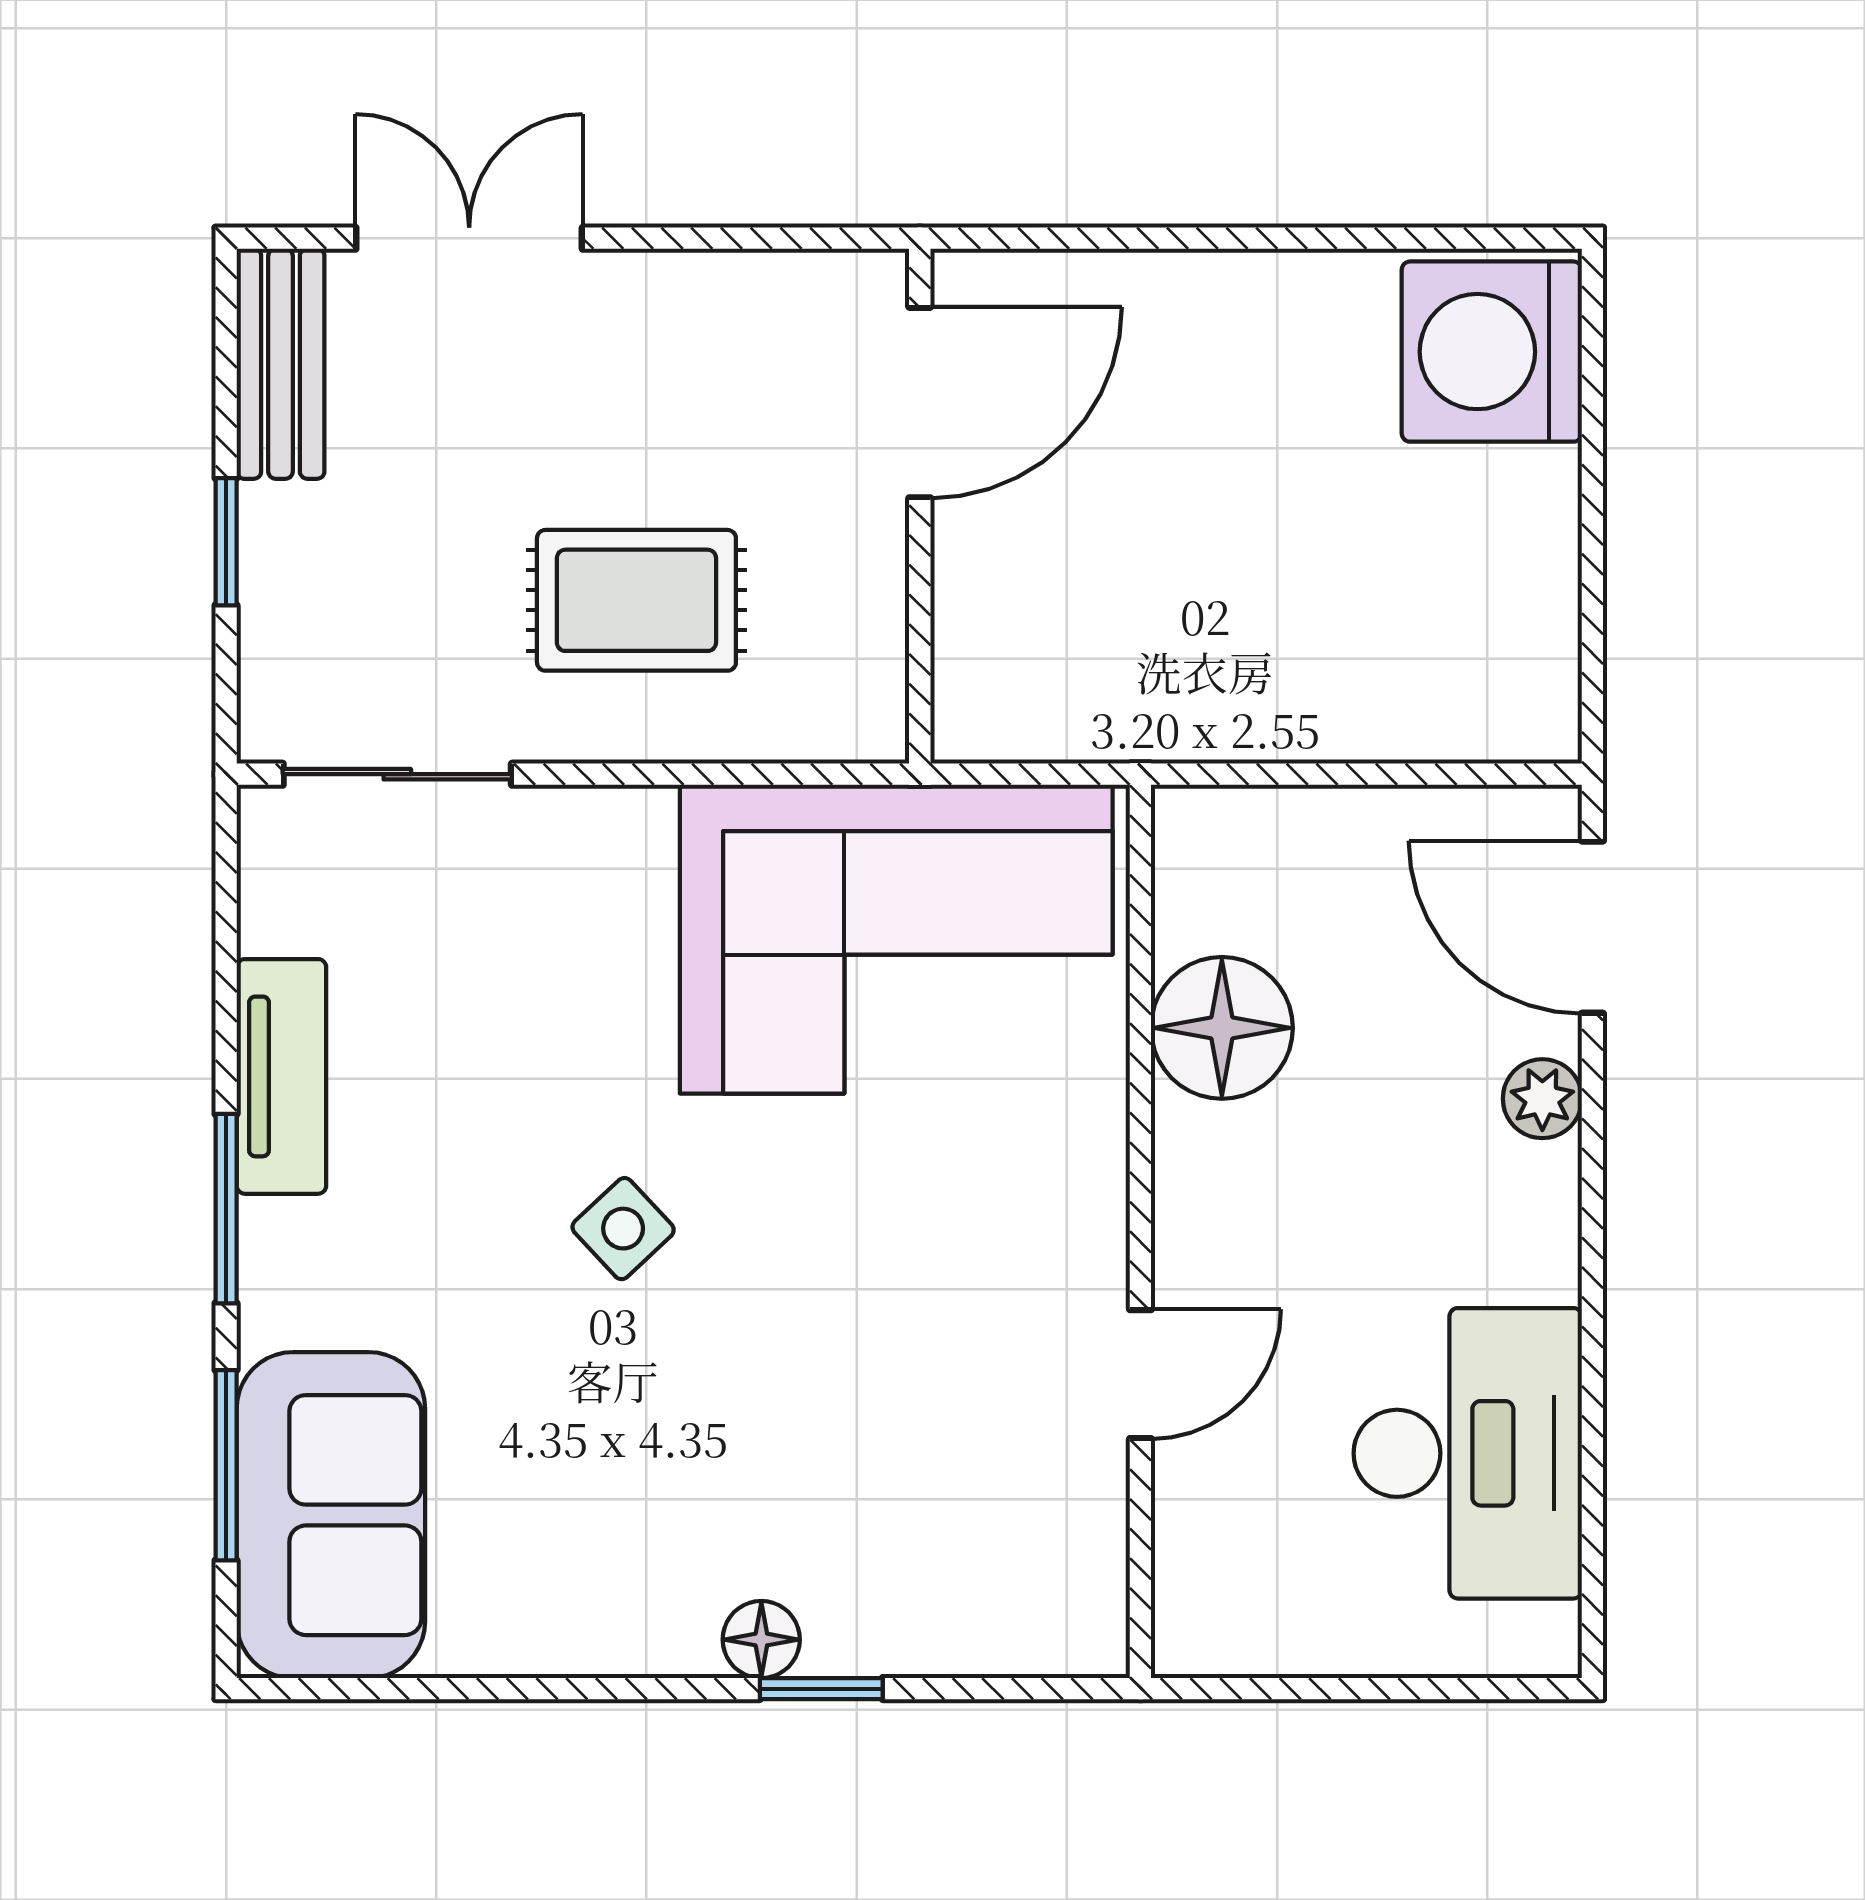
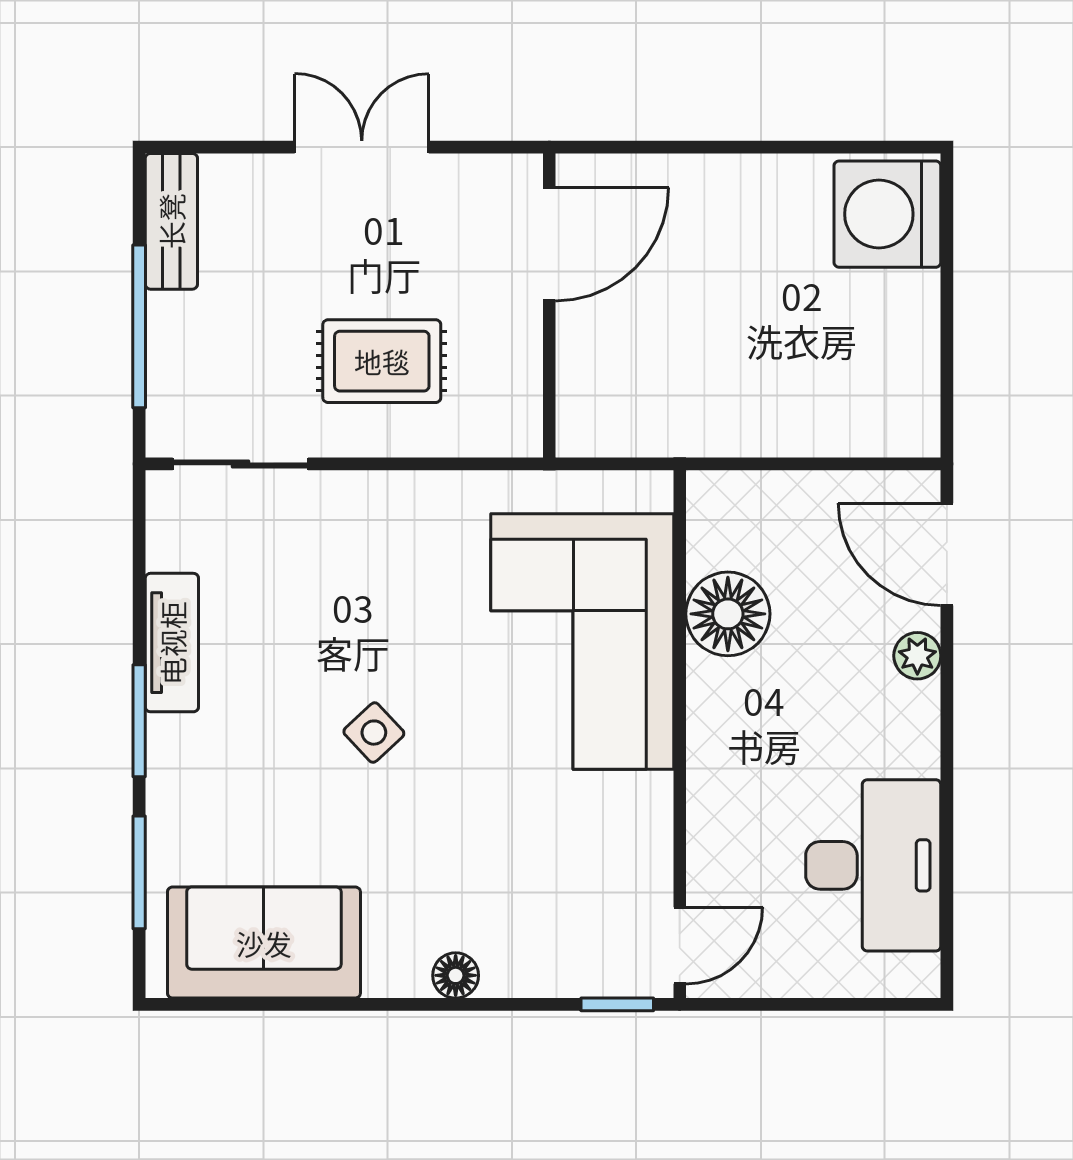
double door: (469, 238) -> (362, 147), moved
window: (226, 542) -> (139, 326), width x2.17
corner sofa: (896, 939) -> (582, 641), moved, turned 90
door: (1140, 1374) -> (680, 945), moved
sofa: (331, 1515) -> (264, 943), moved, turned -90
window: (821, 1689) -> (617, 1004), moved

